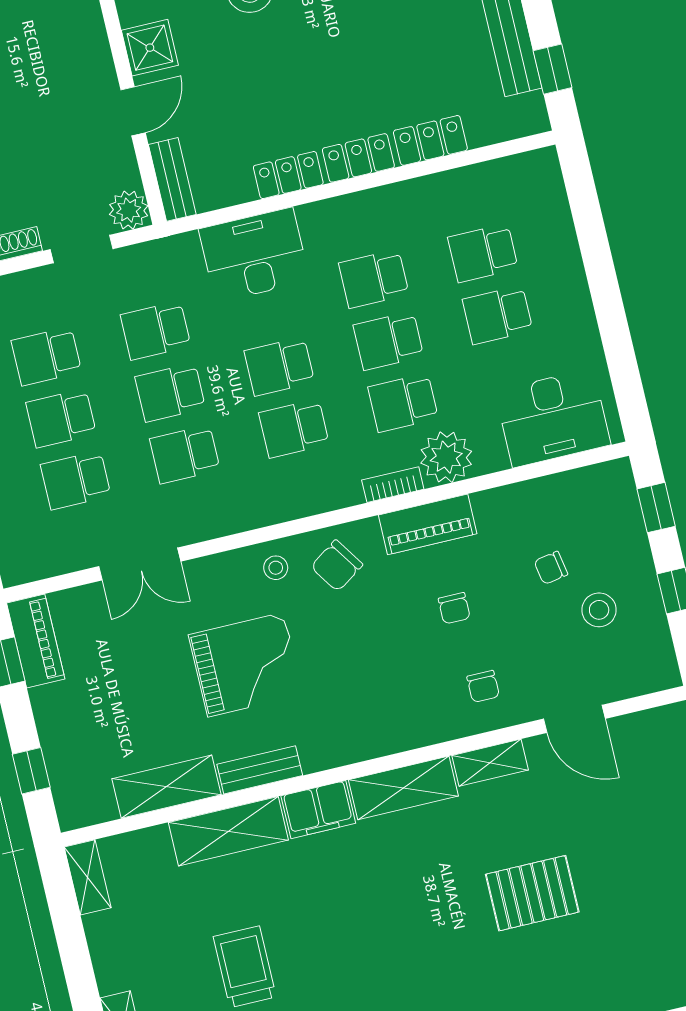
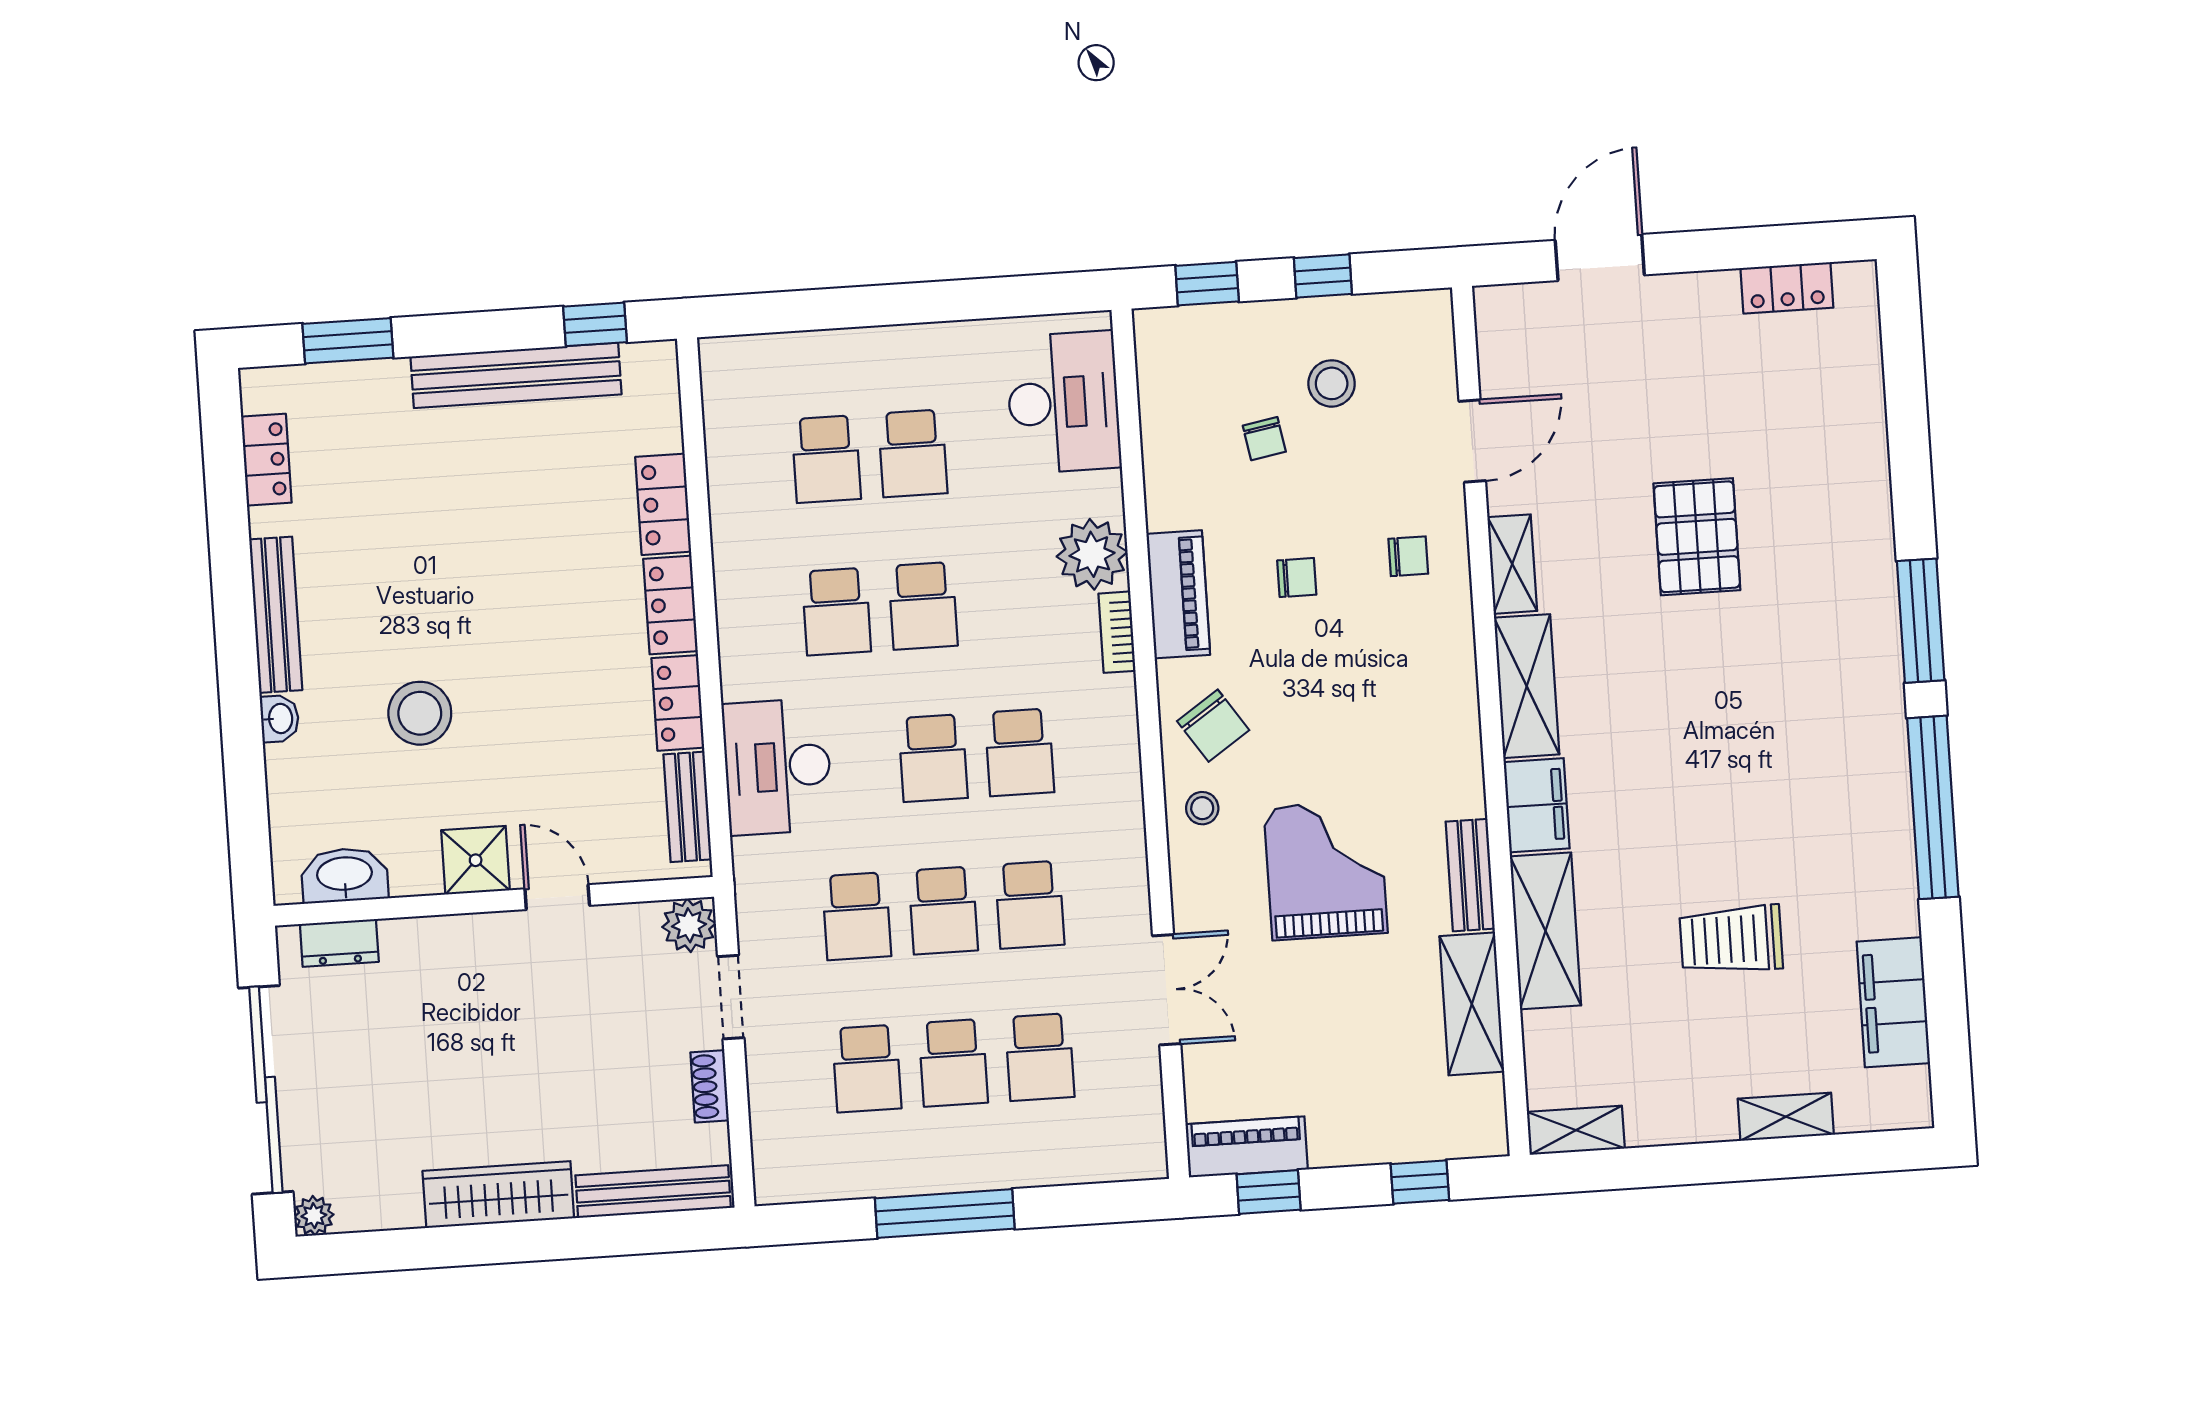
bench: (172, 179) -> (687, 807), moved, turned 90
school desk: (403, 403) -> (1009, 600), removed

